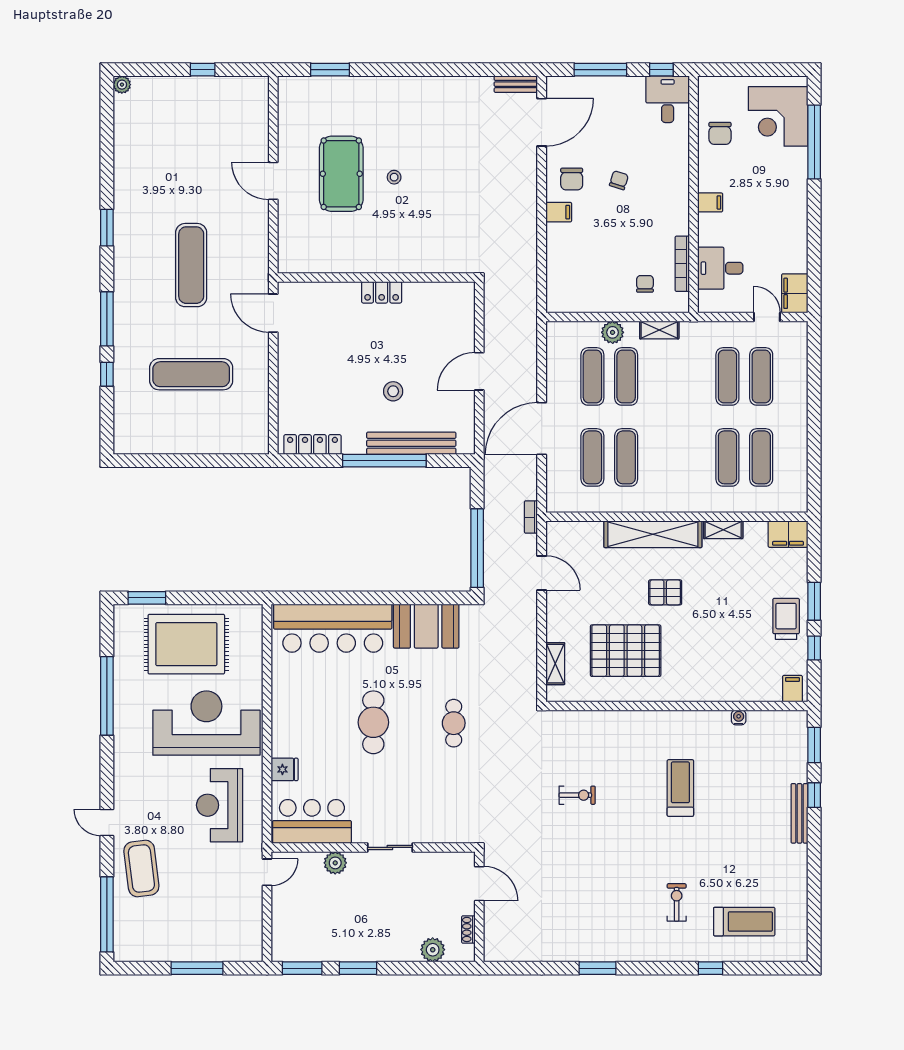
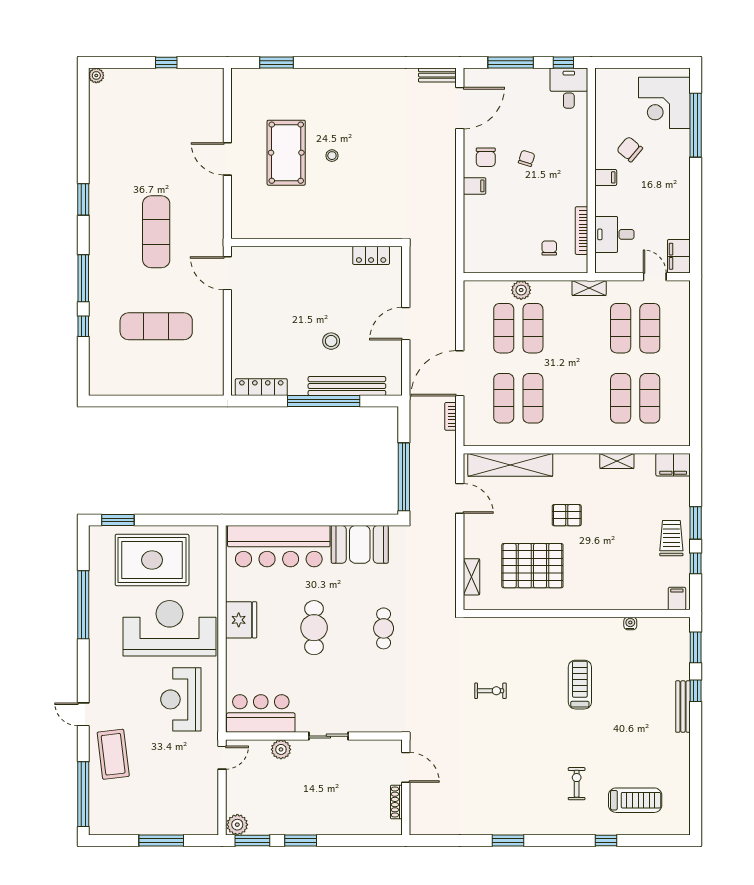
chair: (720, 133) -> (630, 149), moved, turned 130
locker: (382, 292) -> (371, 255), moved
shelving: (659, 330) -> (589, 288), moved
bookcase: (531, 517) -> (450, 416), moved
shelving: (653, 534) -> (510, 465), moved
fridge: (285, 769) -> (241, 620), moved, width x1.88, depth x1.34
shoe rack: (468, 929) -> (396, 802), width x1.43
plant: (433, 950) -> (237, 825), moved

